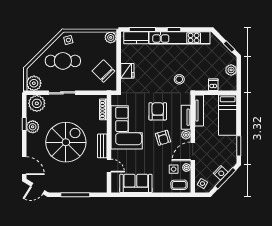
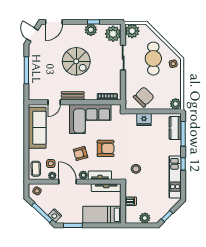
kitchen unit: (180, 38) -> (175, 177), width x0.73
spiral stairs: (66, 142) -> (76, 61), width x0.73, depth x0.73
nightstand: (221, 173) -> (55, 215), moved
sofa: (136, 183) -> (37, 128), width x1.36

